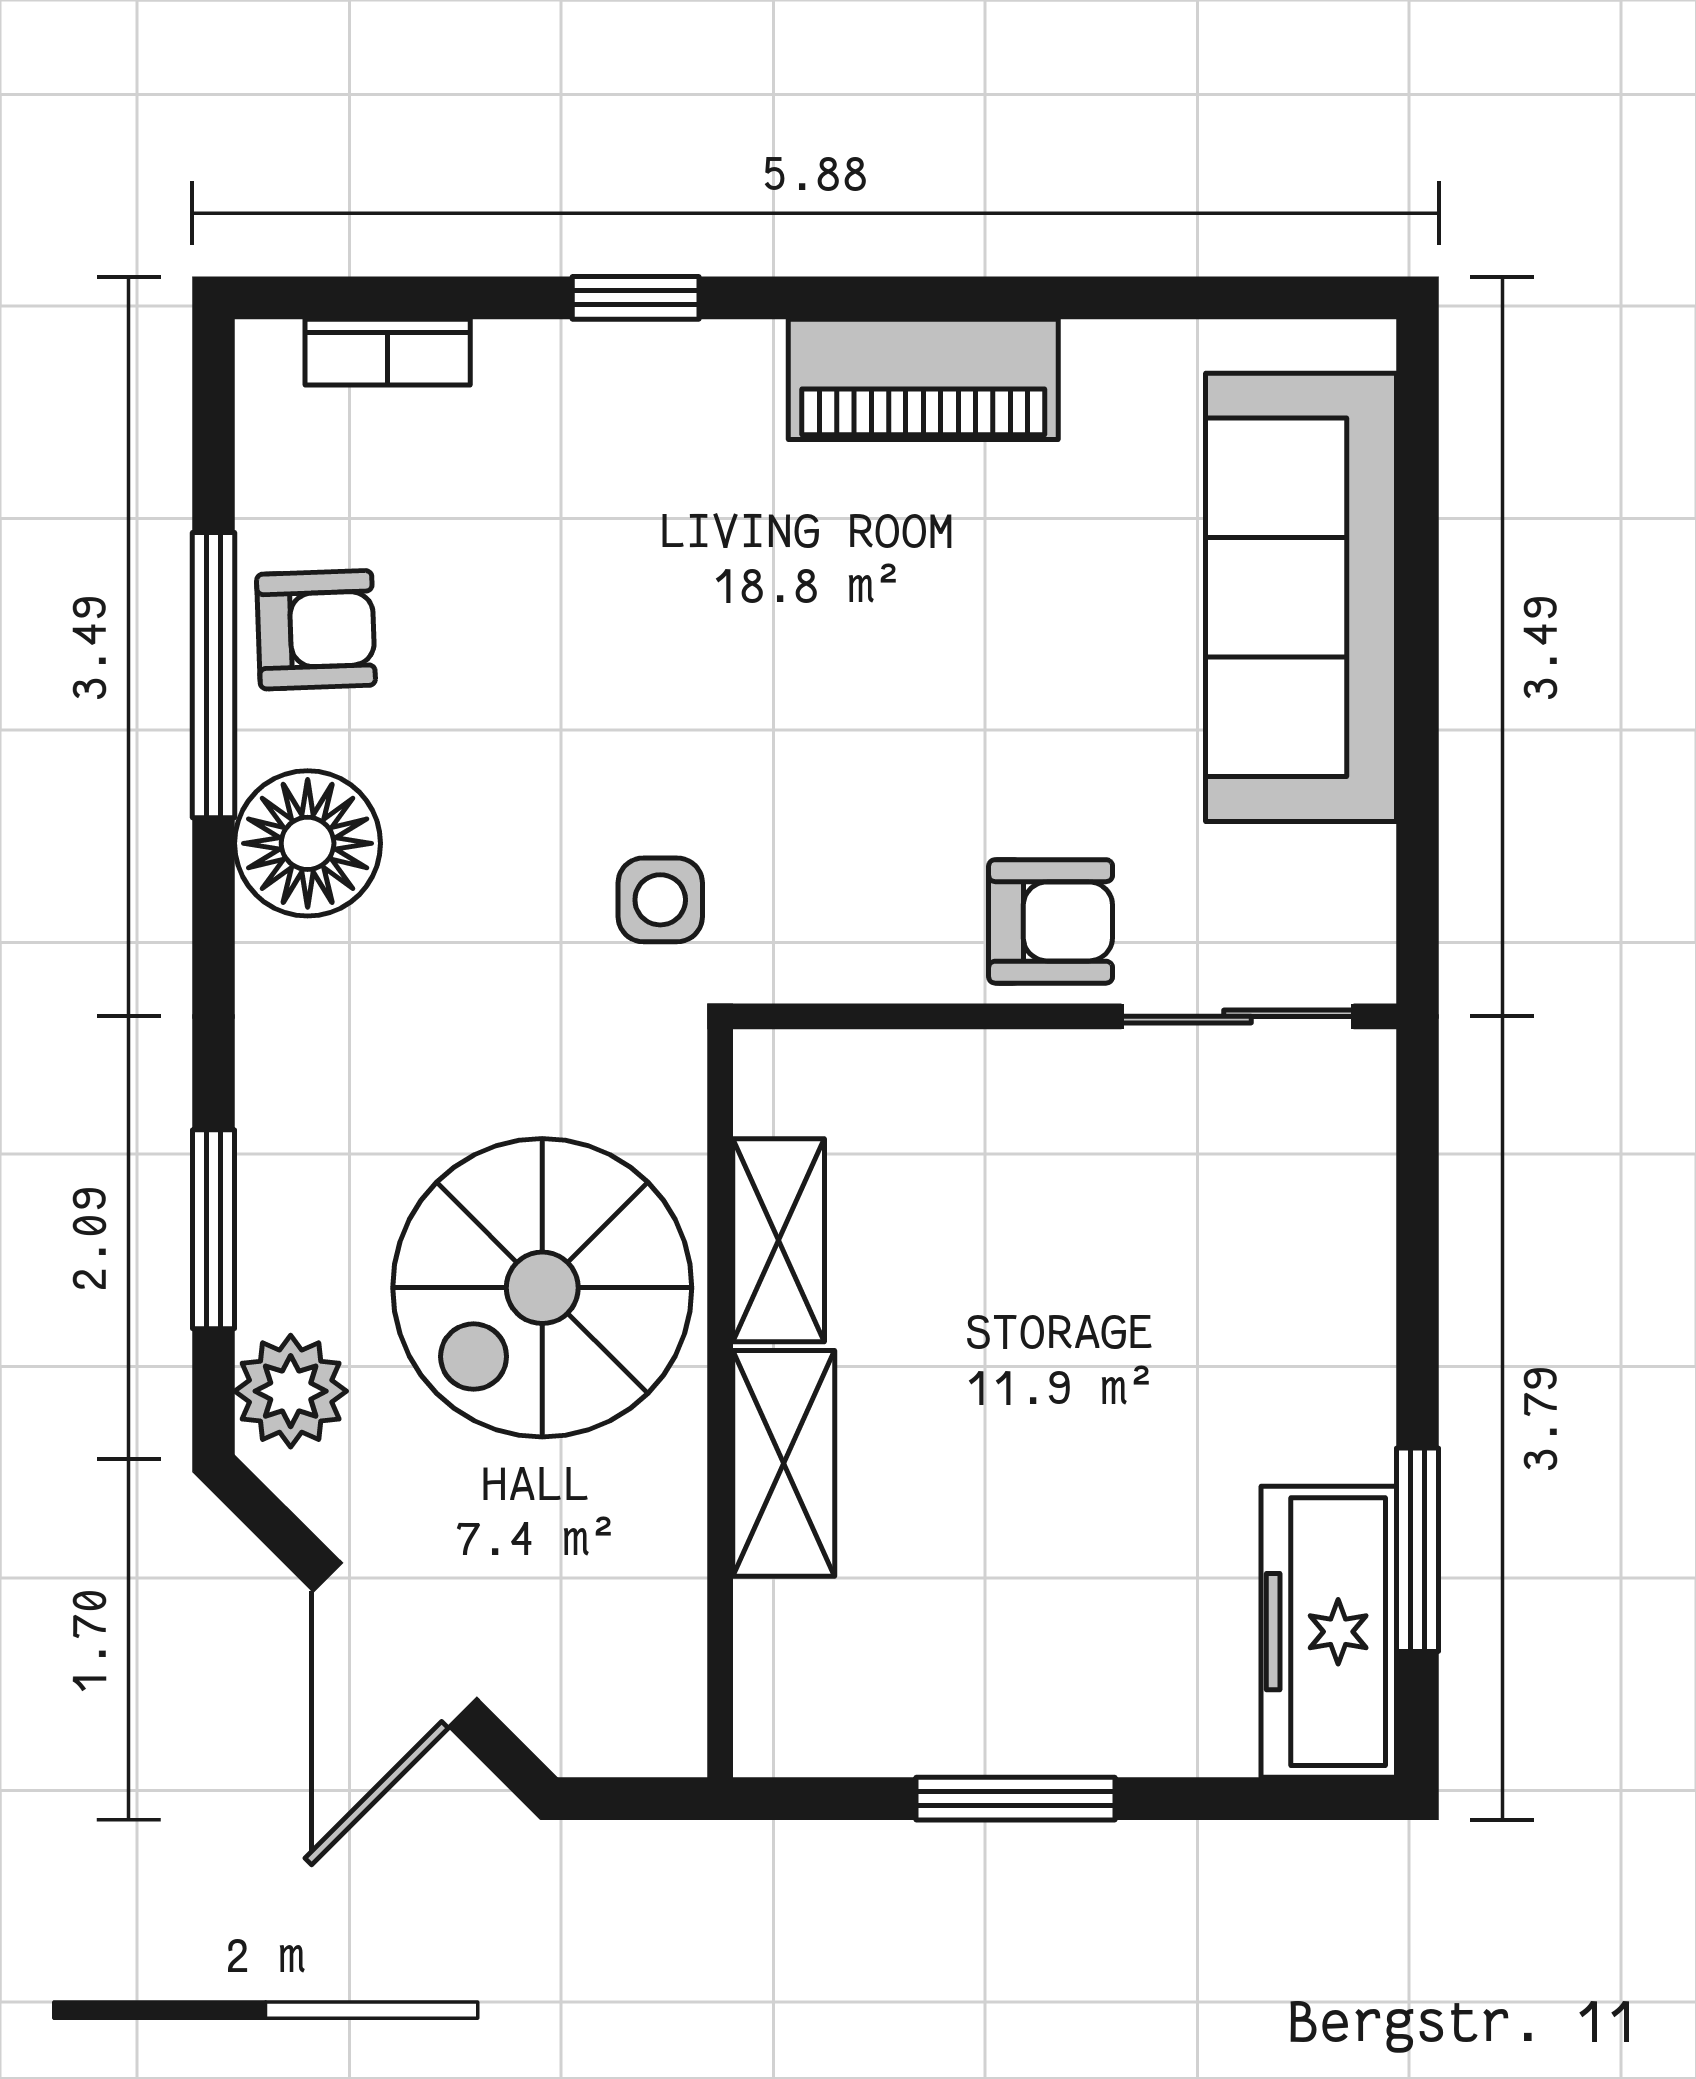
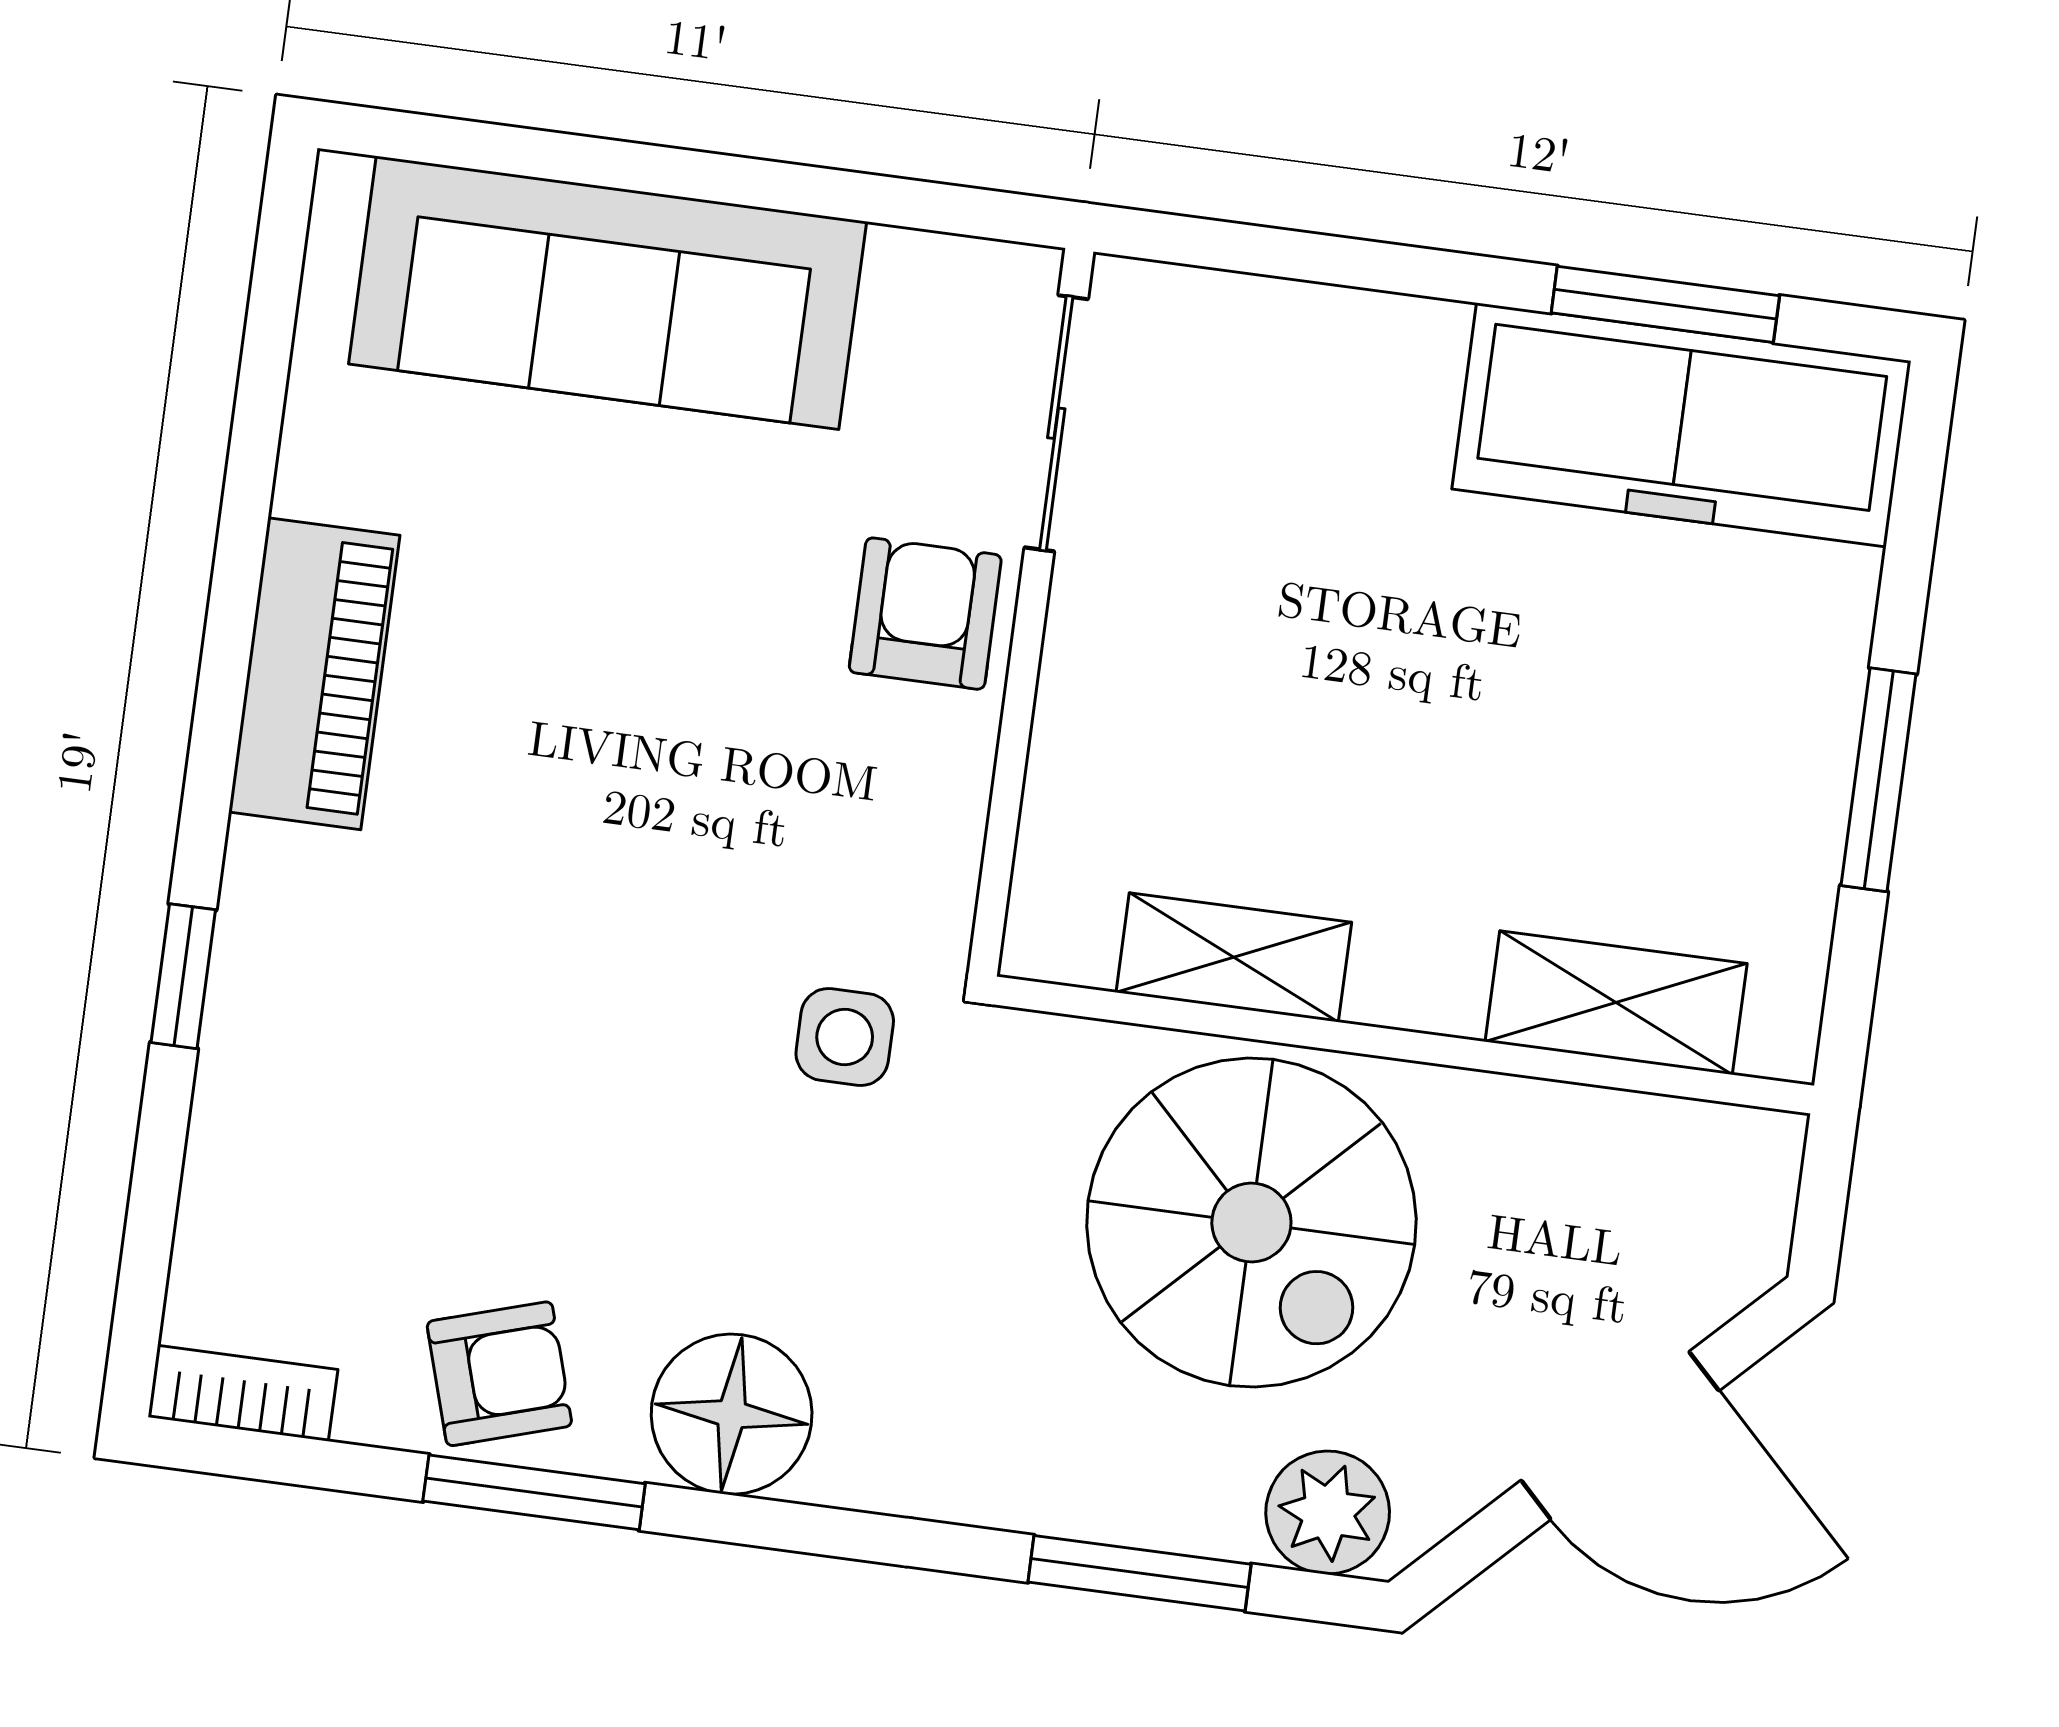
bookcase: (388, 352) -> (243, 1393), moved, turned -90
armchair: (316, 630) -> (499, 1374), turned 75
window: (214, 675) -> (534, 1492), width x0.69
shelving: (784, 1463) -> (1616, 1003), moved
freezer: (1329, 1632) -> (1681, 425), width x1.36, depth x1.26

